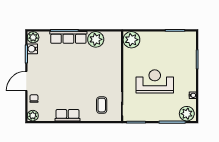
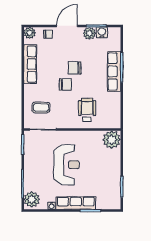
plant: (33, 37) -> (89, 33), moved
plant: (96, 39) -> (112, 101), removed
wheelchair: (104, 62) -> (87, 110), added
row of seats: (190, 73) -> (76, 203), added
chair: (65, 74) -> (75, 68), added
door: (26, 81) -> (67, 26), hinge flipped
chair: (81, 83) -> (65, 85), added
row of seats: (67, 115) -> (30, 64), width x1.48

